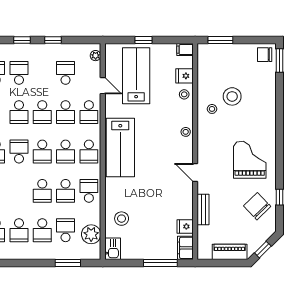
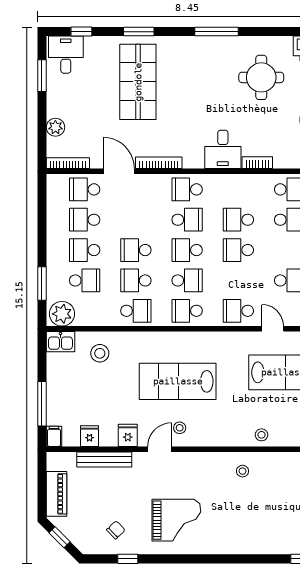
fridge: (185, 76) -> (128, 435), moved
door: (103, 86) -> (273, 329), swing flipped
stool: (232, 96) -> (259, 497), removed
school desk: (66, 112) -> (238, 280), removed
stool: (186, 132) -> (180, 428), moved
lab bench: (120, 147) -> (178, 381), moved
school desk: (66, 152) -> (187, 280), turned 180
chair: (257, 206) -> (116, 530), width x0.54, depth x0.54
bench: (203, 210) -> (104, 459), width x1.36
plant: (91, 234) -> (62, 314), moved
filing cabinet: (185, 248) -> (54, 436), width x0.50

